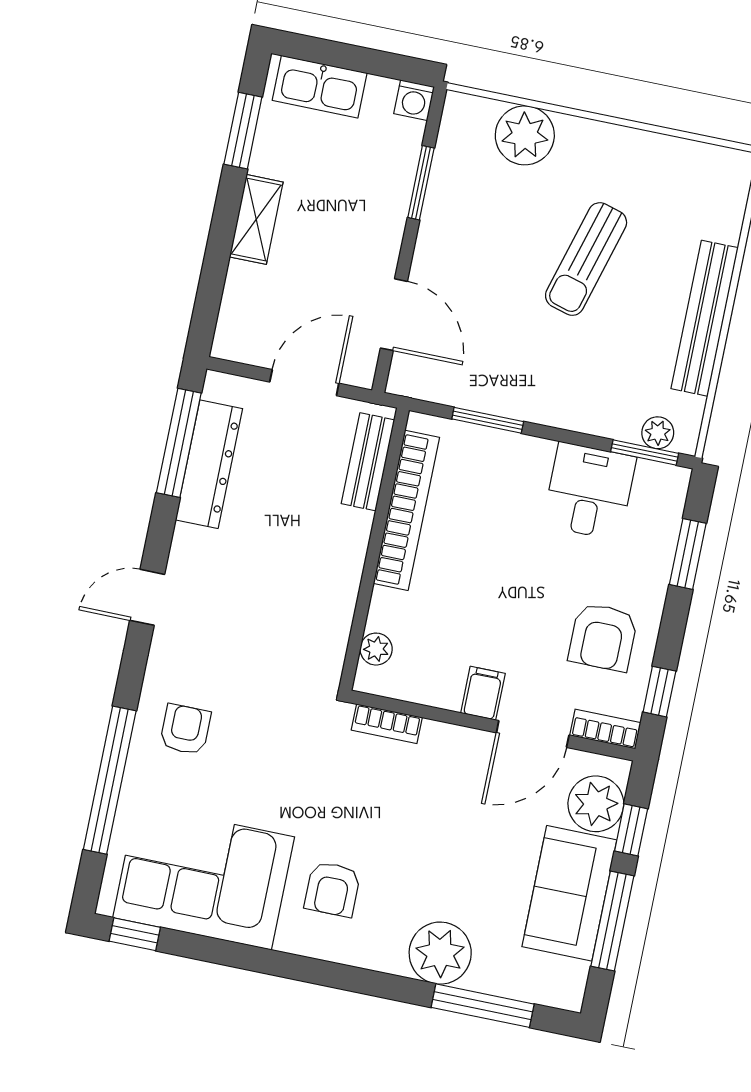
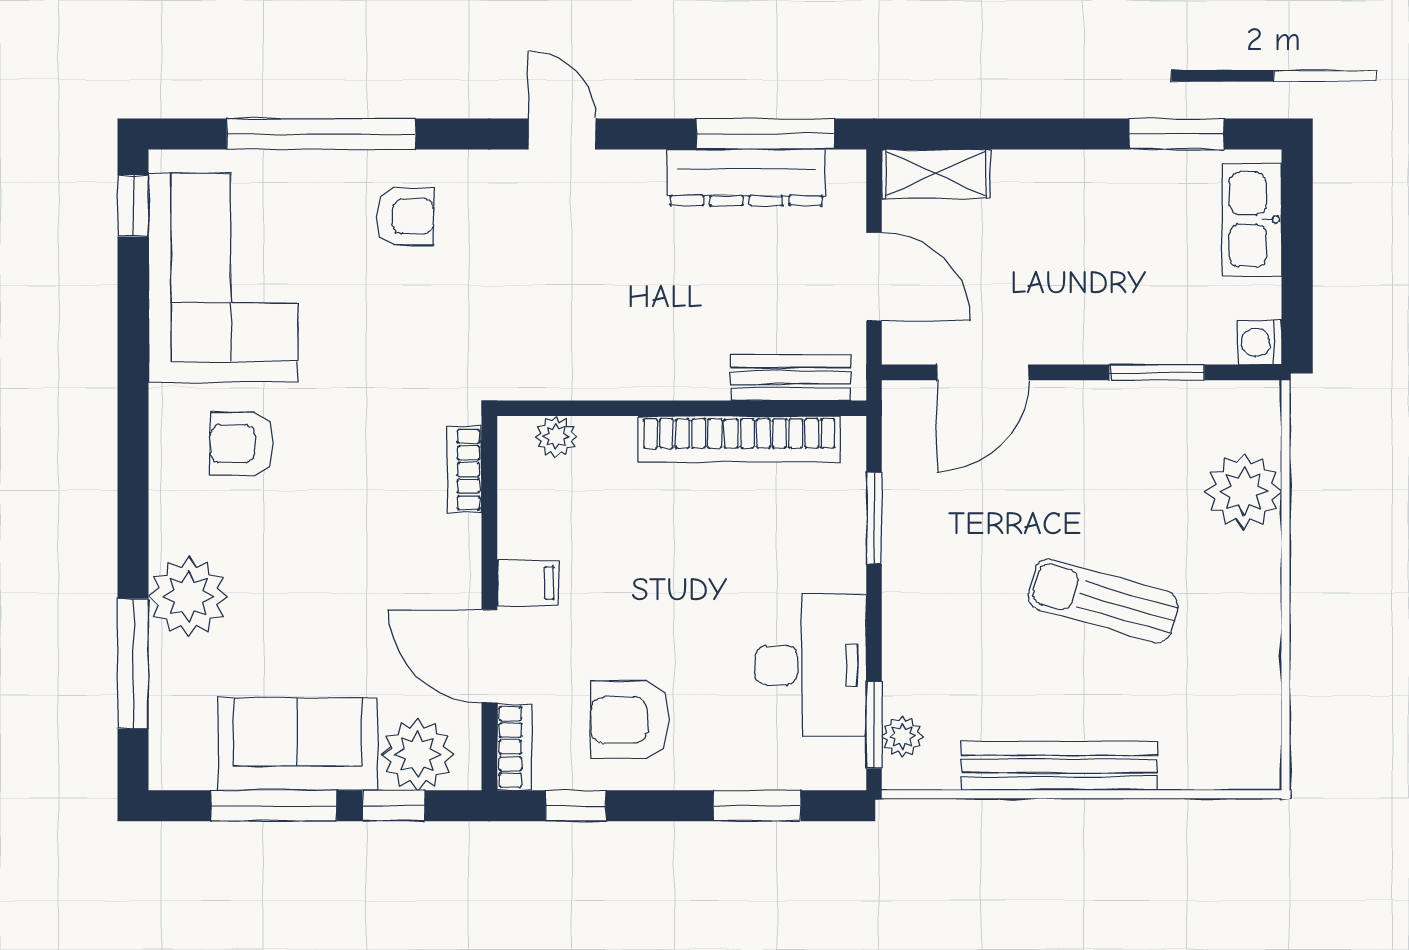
shelving: (256, 219) -> (936, 174), moved
desk: (589, 491) -> (811, 665), width x1.37

